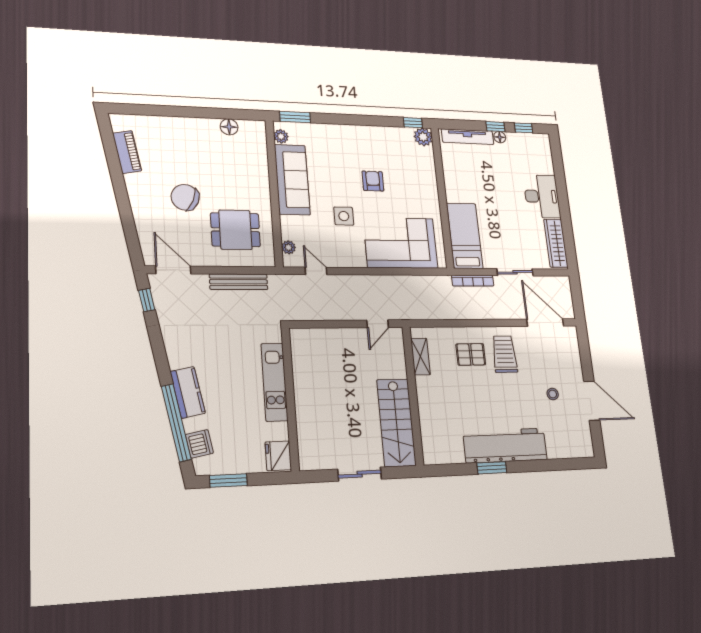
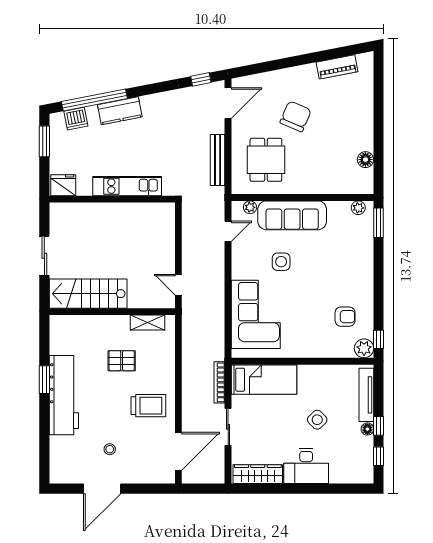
sofa: (292, 180) -> (292, 215), moved
armchair: (373, 181) -> (345, 317), moved
side table: (497, 184) -> (317, 420), added
pallet: (471, 354) -> (122, 361), moved, turned 90

